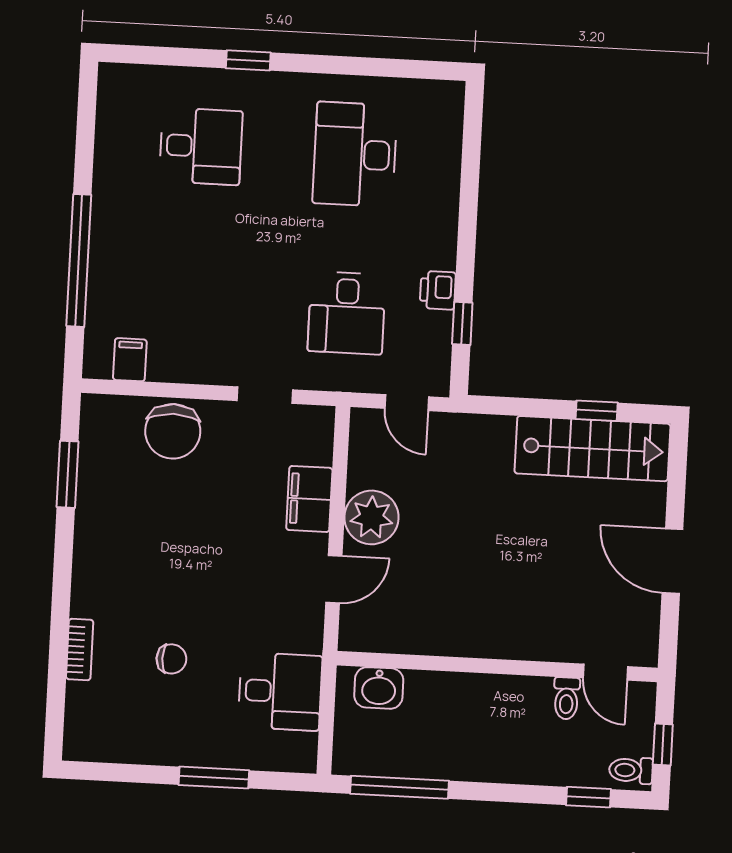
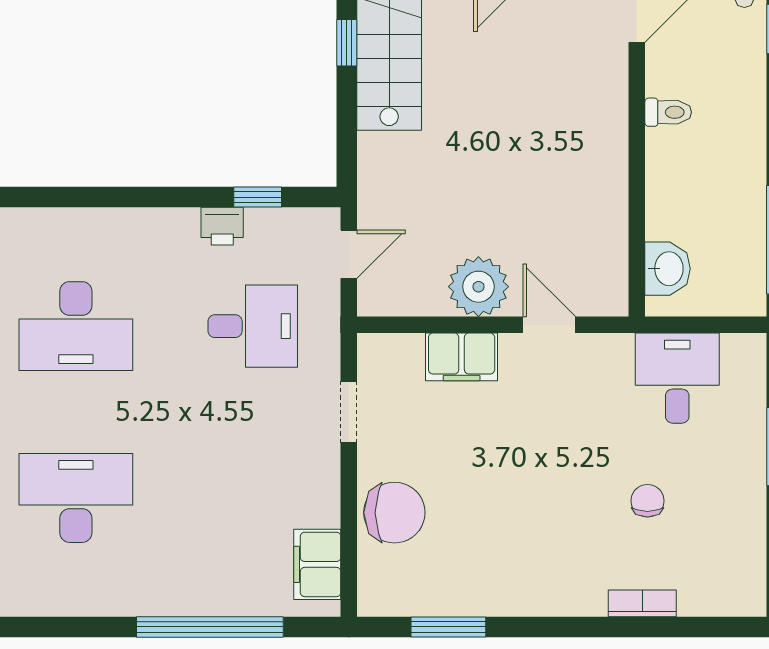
desk: (201, 146) -> (76, 498), width x1.37
filing cabinet: (130, 360) -> (317, 564), width x2.00
toilet: (566, 698) -> (668, 112), moved

